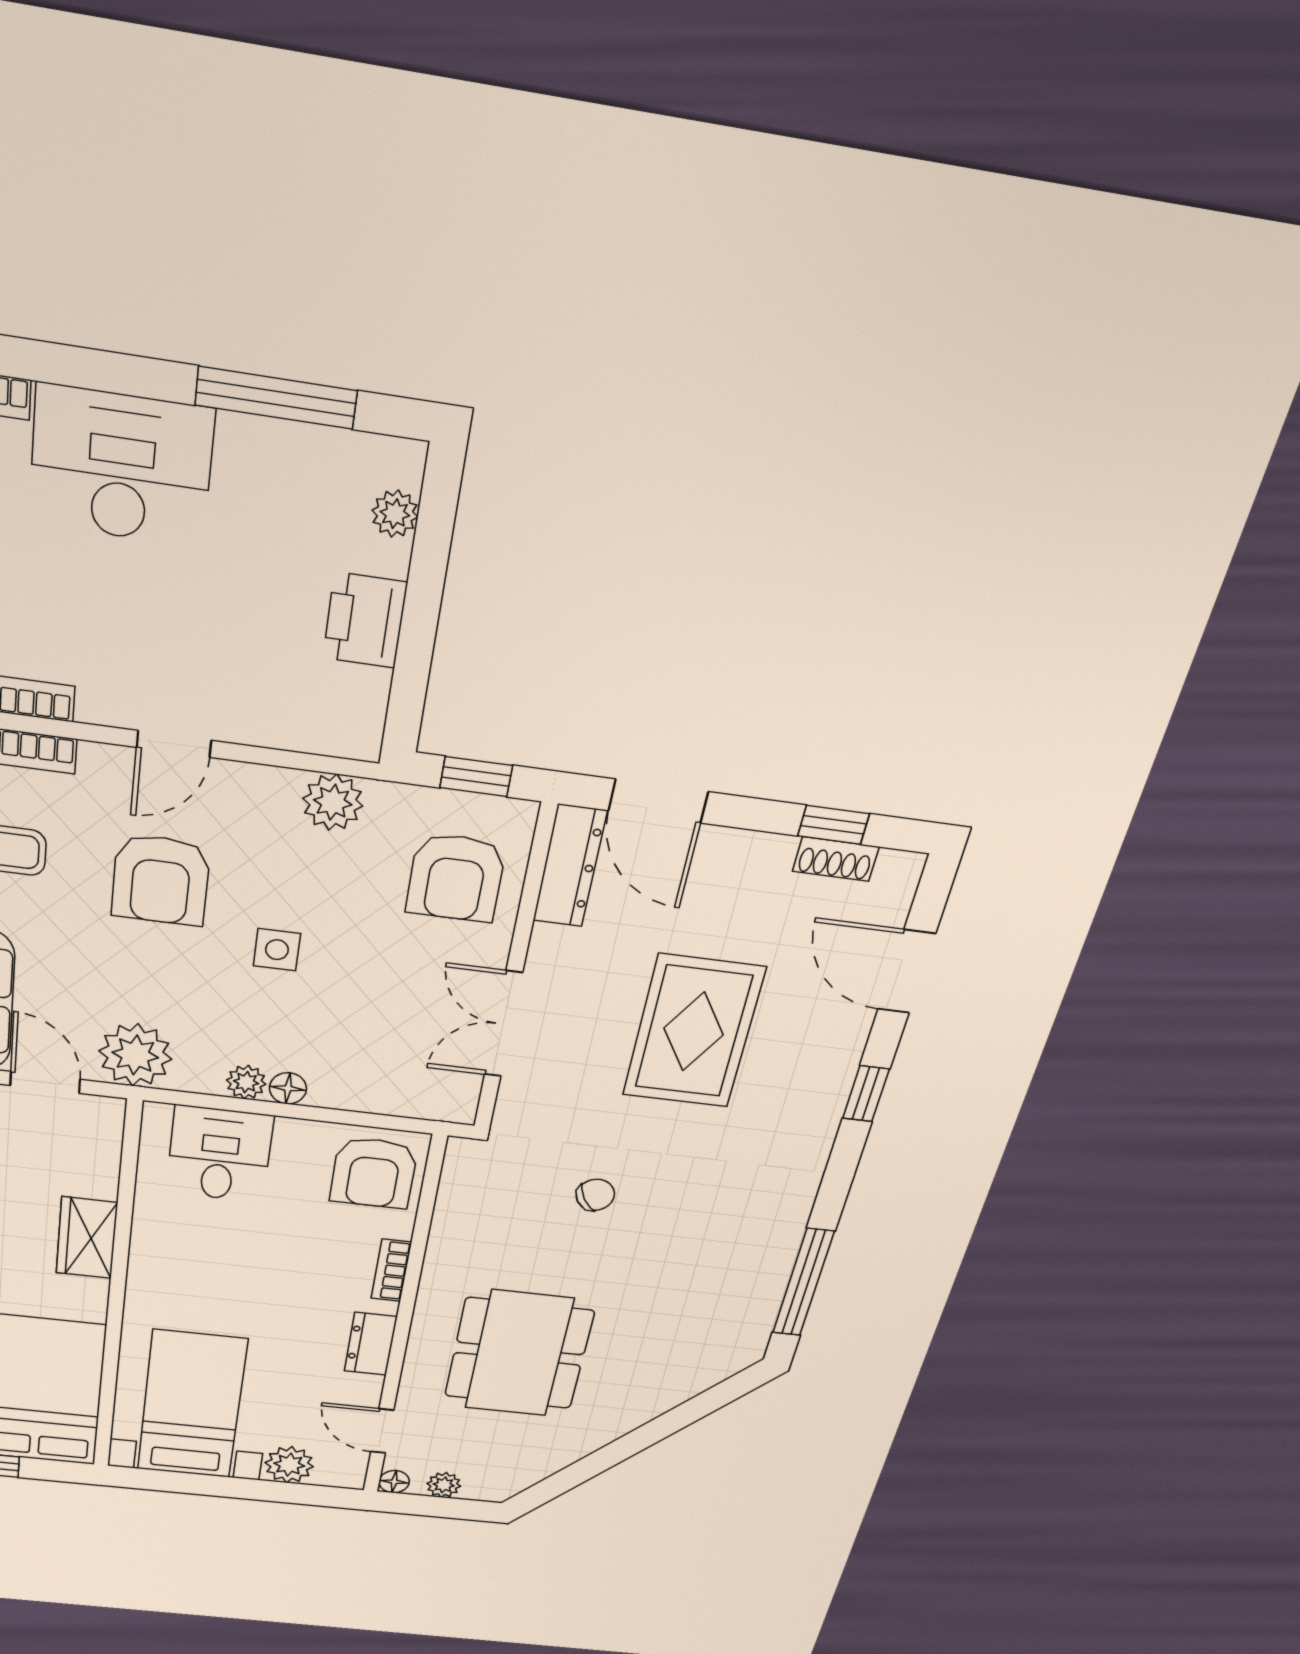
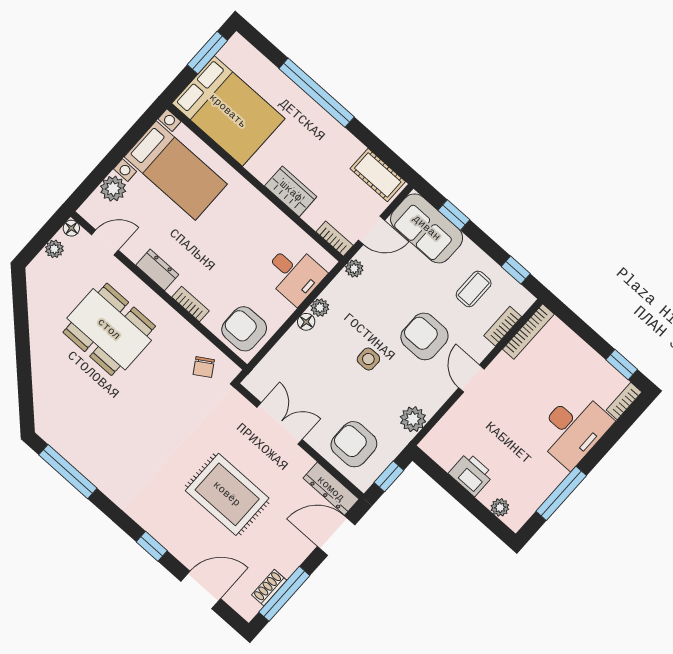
window: (834, 825) -> (284, 594), width x2.17
plant: (135, 1055) -> (354, 269), width x0.53, depth x0.53
bookcase: (109, 1130) -> (335, 239), added
chair: (595, 1195) -> (204, 367), moved

